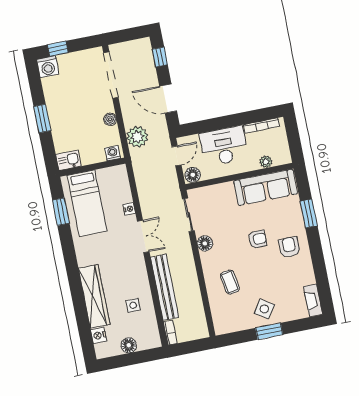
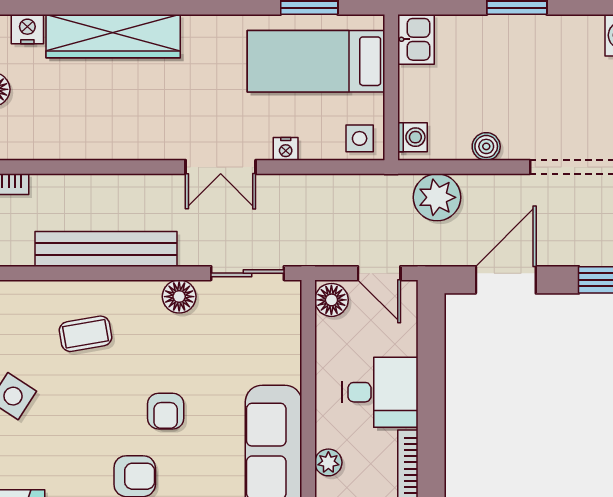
desk: (224, 146) -> (380, 392), width x0.73
bench: (165, 287) -> (106, 249), moved
side table: (133, 305) -> (360, 138), moved

